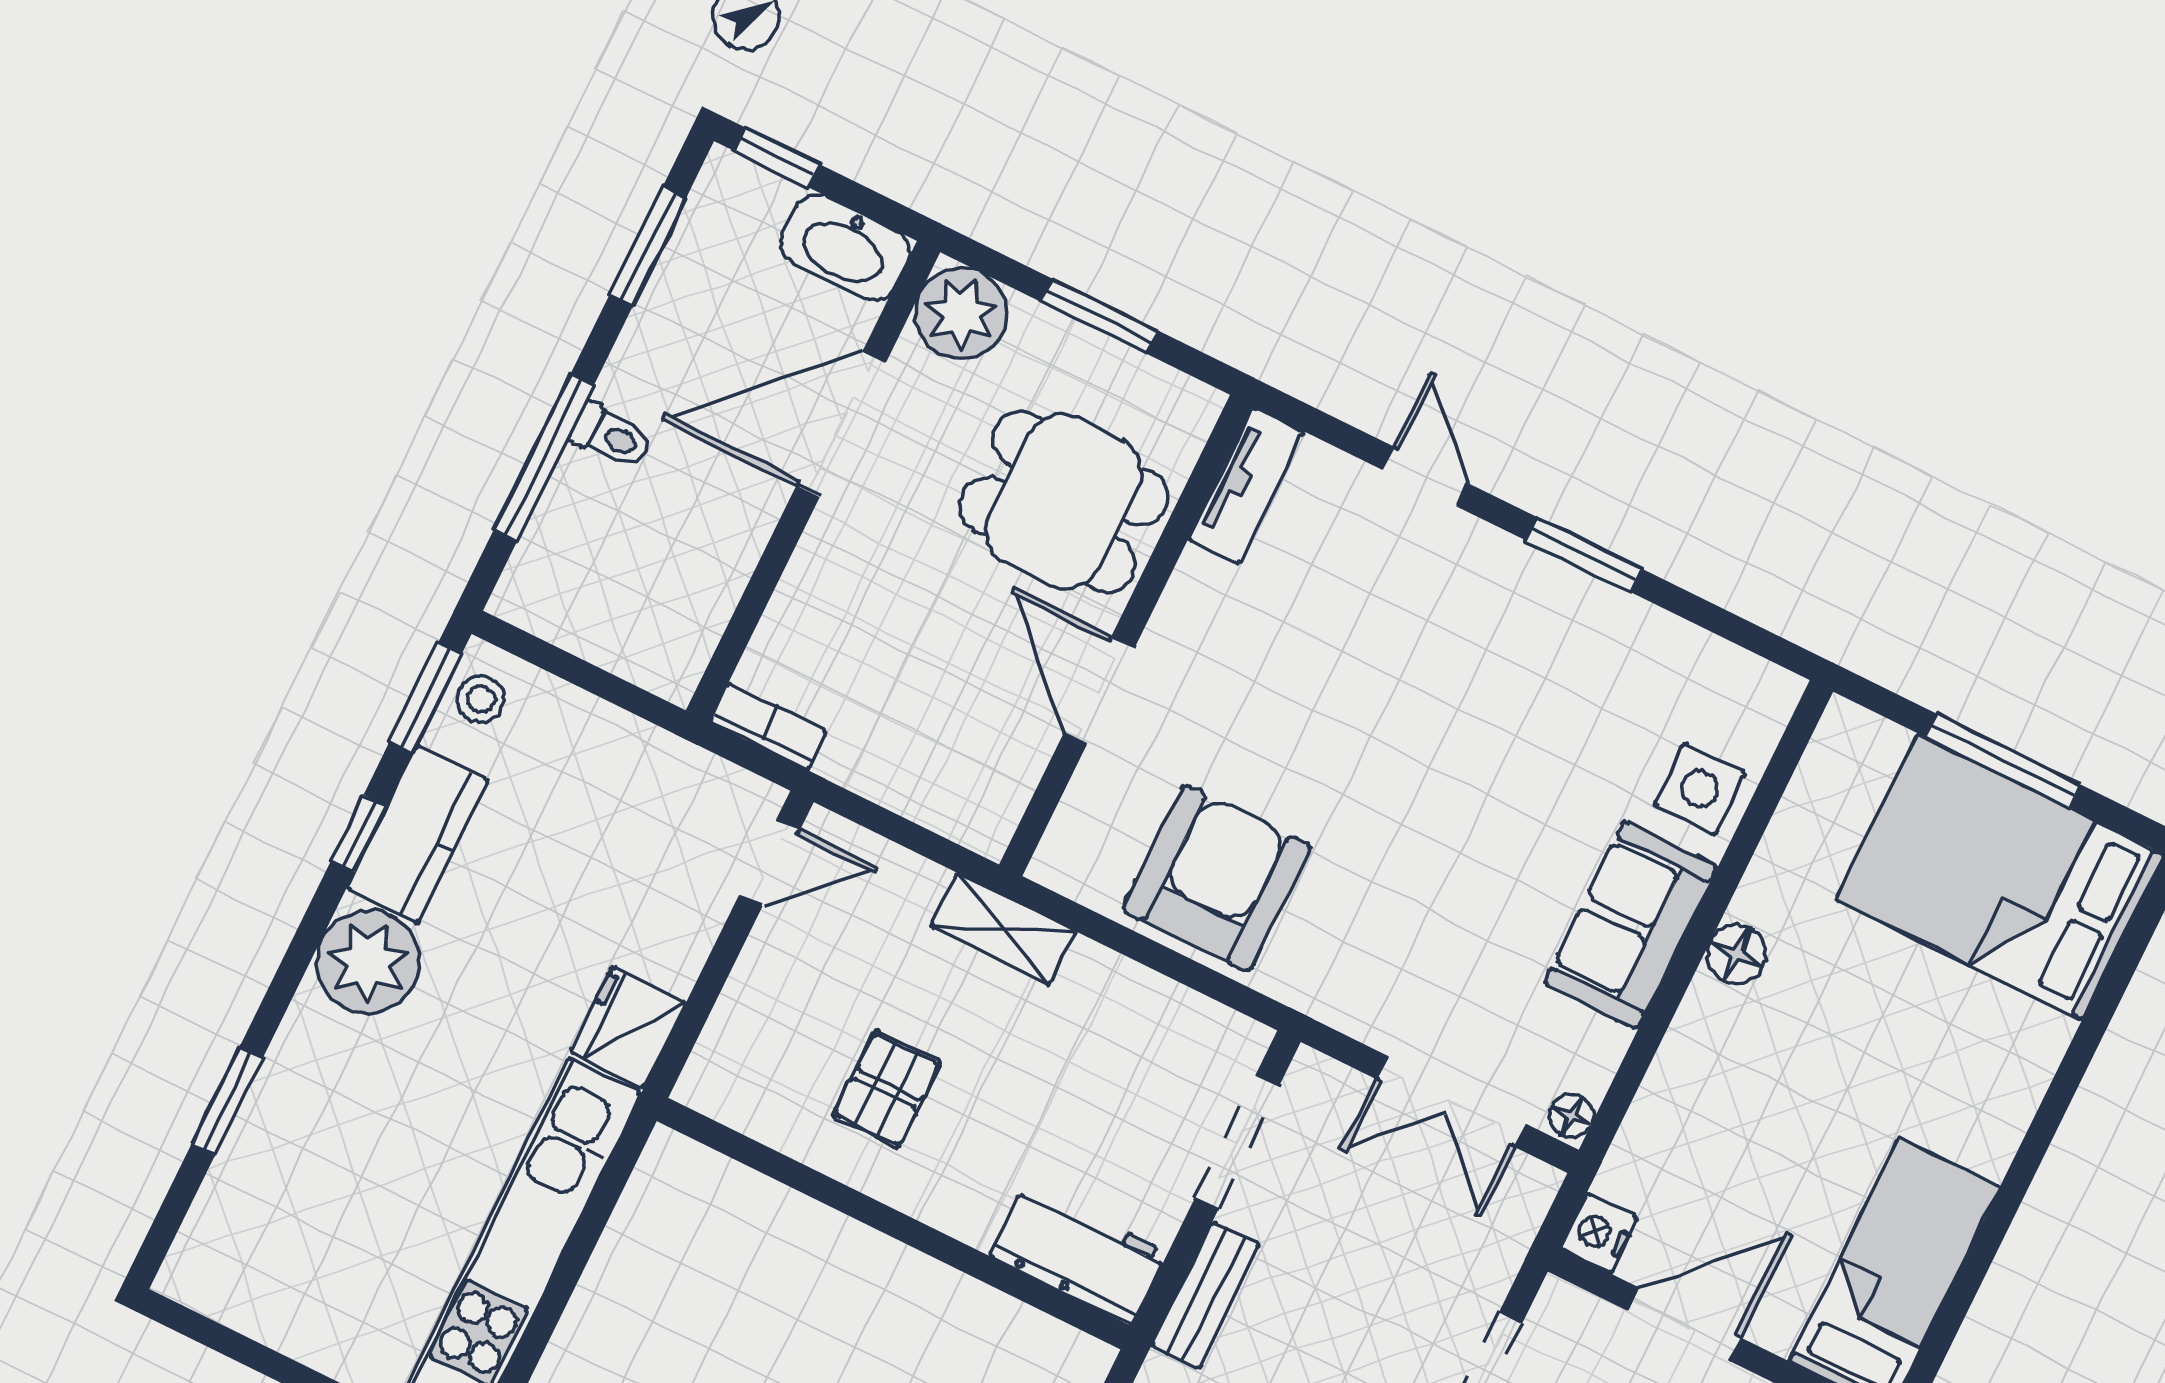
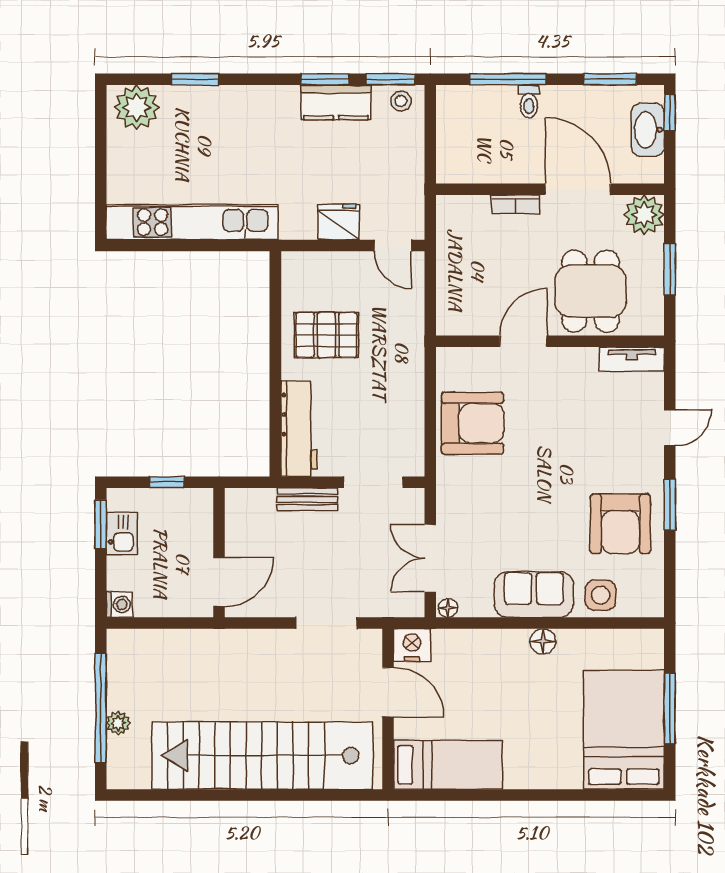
washbasin: (845, 247) -> (648, 130), moved
armchair: (1573, 676) -> (620, 524), added
bookcase: (768, 726) -> (516, 204), moved, turned 90
window: (359, 833) -> (325, 79), width x1.50
shelving: (1003, 929) -> (412, 350), removed
plant: (368, 962) -> (137, 107), moved
fridge: (628, 1027) -> (339, 222), moved
pallet: (887, 1089) -> (326, 335), width x1.50, depth x1.42
nightstand: (1599, 1233) -> (412, 645), width x1.36, depth x1.33
workbench: (1079, 1254) -> (299, 429), width x1.38

